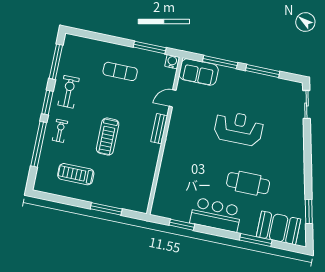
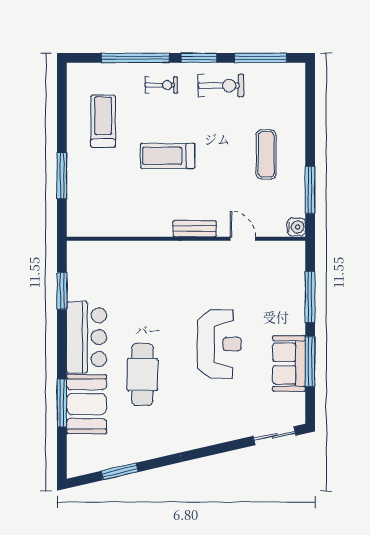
sofa: (199, 72) -> (289, 363), moved
booth: (279, 228) -> (87, 404), moved

